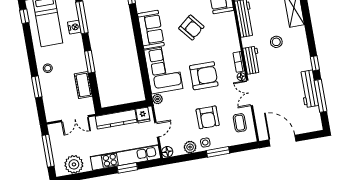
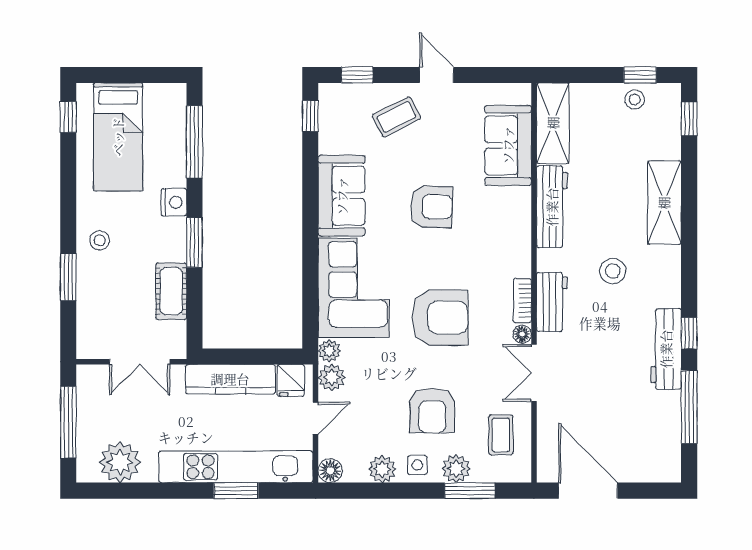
nightstand: (74, 27) -> (174, 202), moved
armchair: (191, 28) -> (431, 207), turned -49
workbench: (309, 89) -> (666, 349), moved
plant: (161, 111) -> (332, 377), added
plant: (223, 141) -> (456, 469), added
window: (218, 152) -> (470, 491), moved

